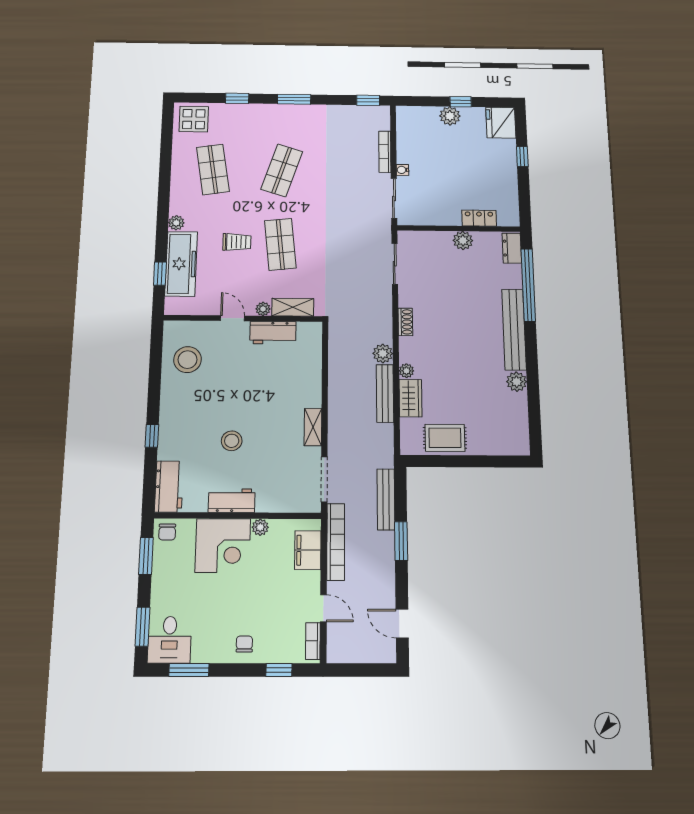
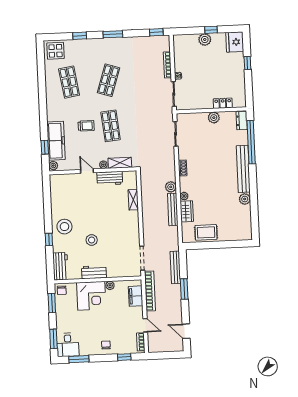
plant: (176, 223) -> (53, 166), moved
stool: (187, 360) -> (64, 227), moved
shelving: (313, 427) -> (133, 200), moved

